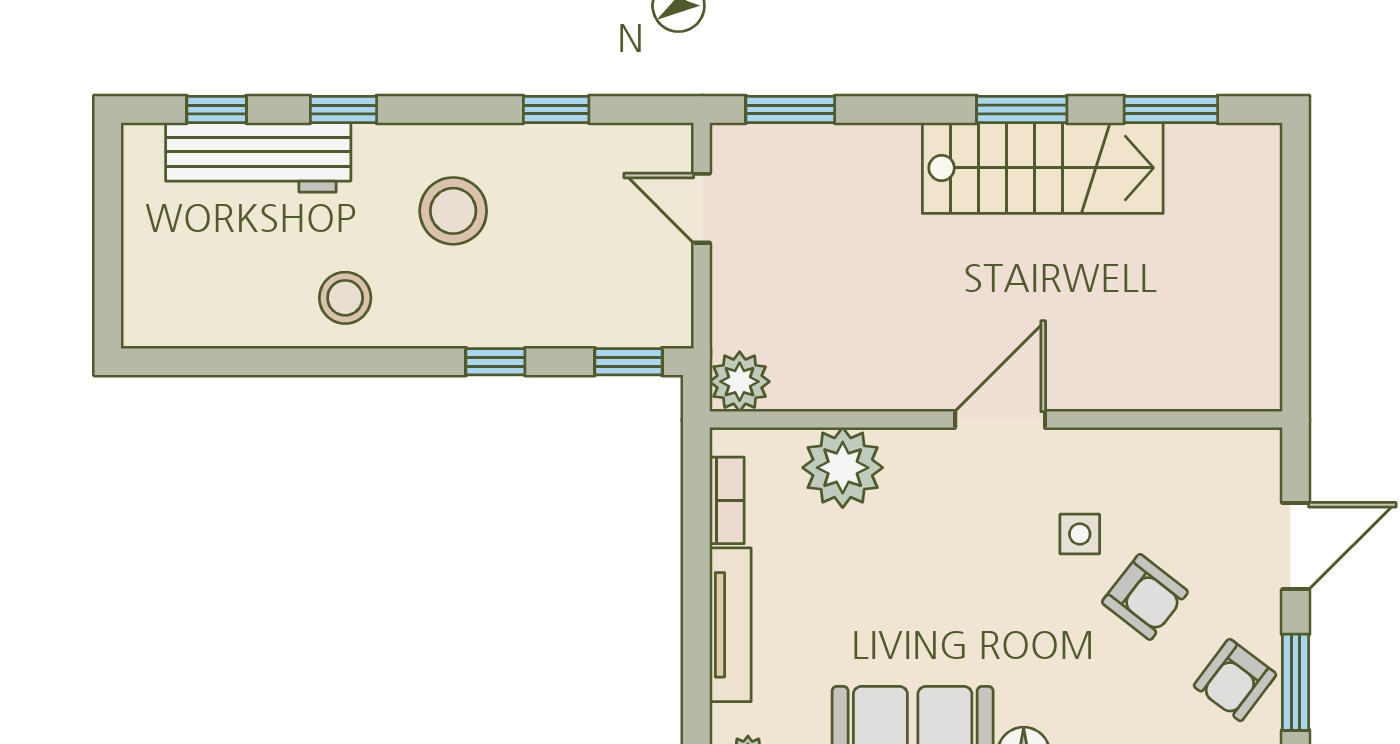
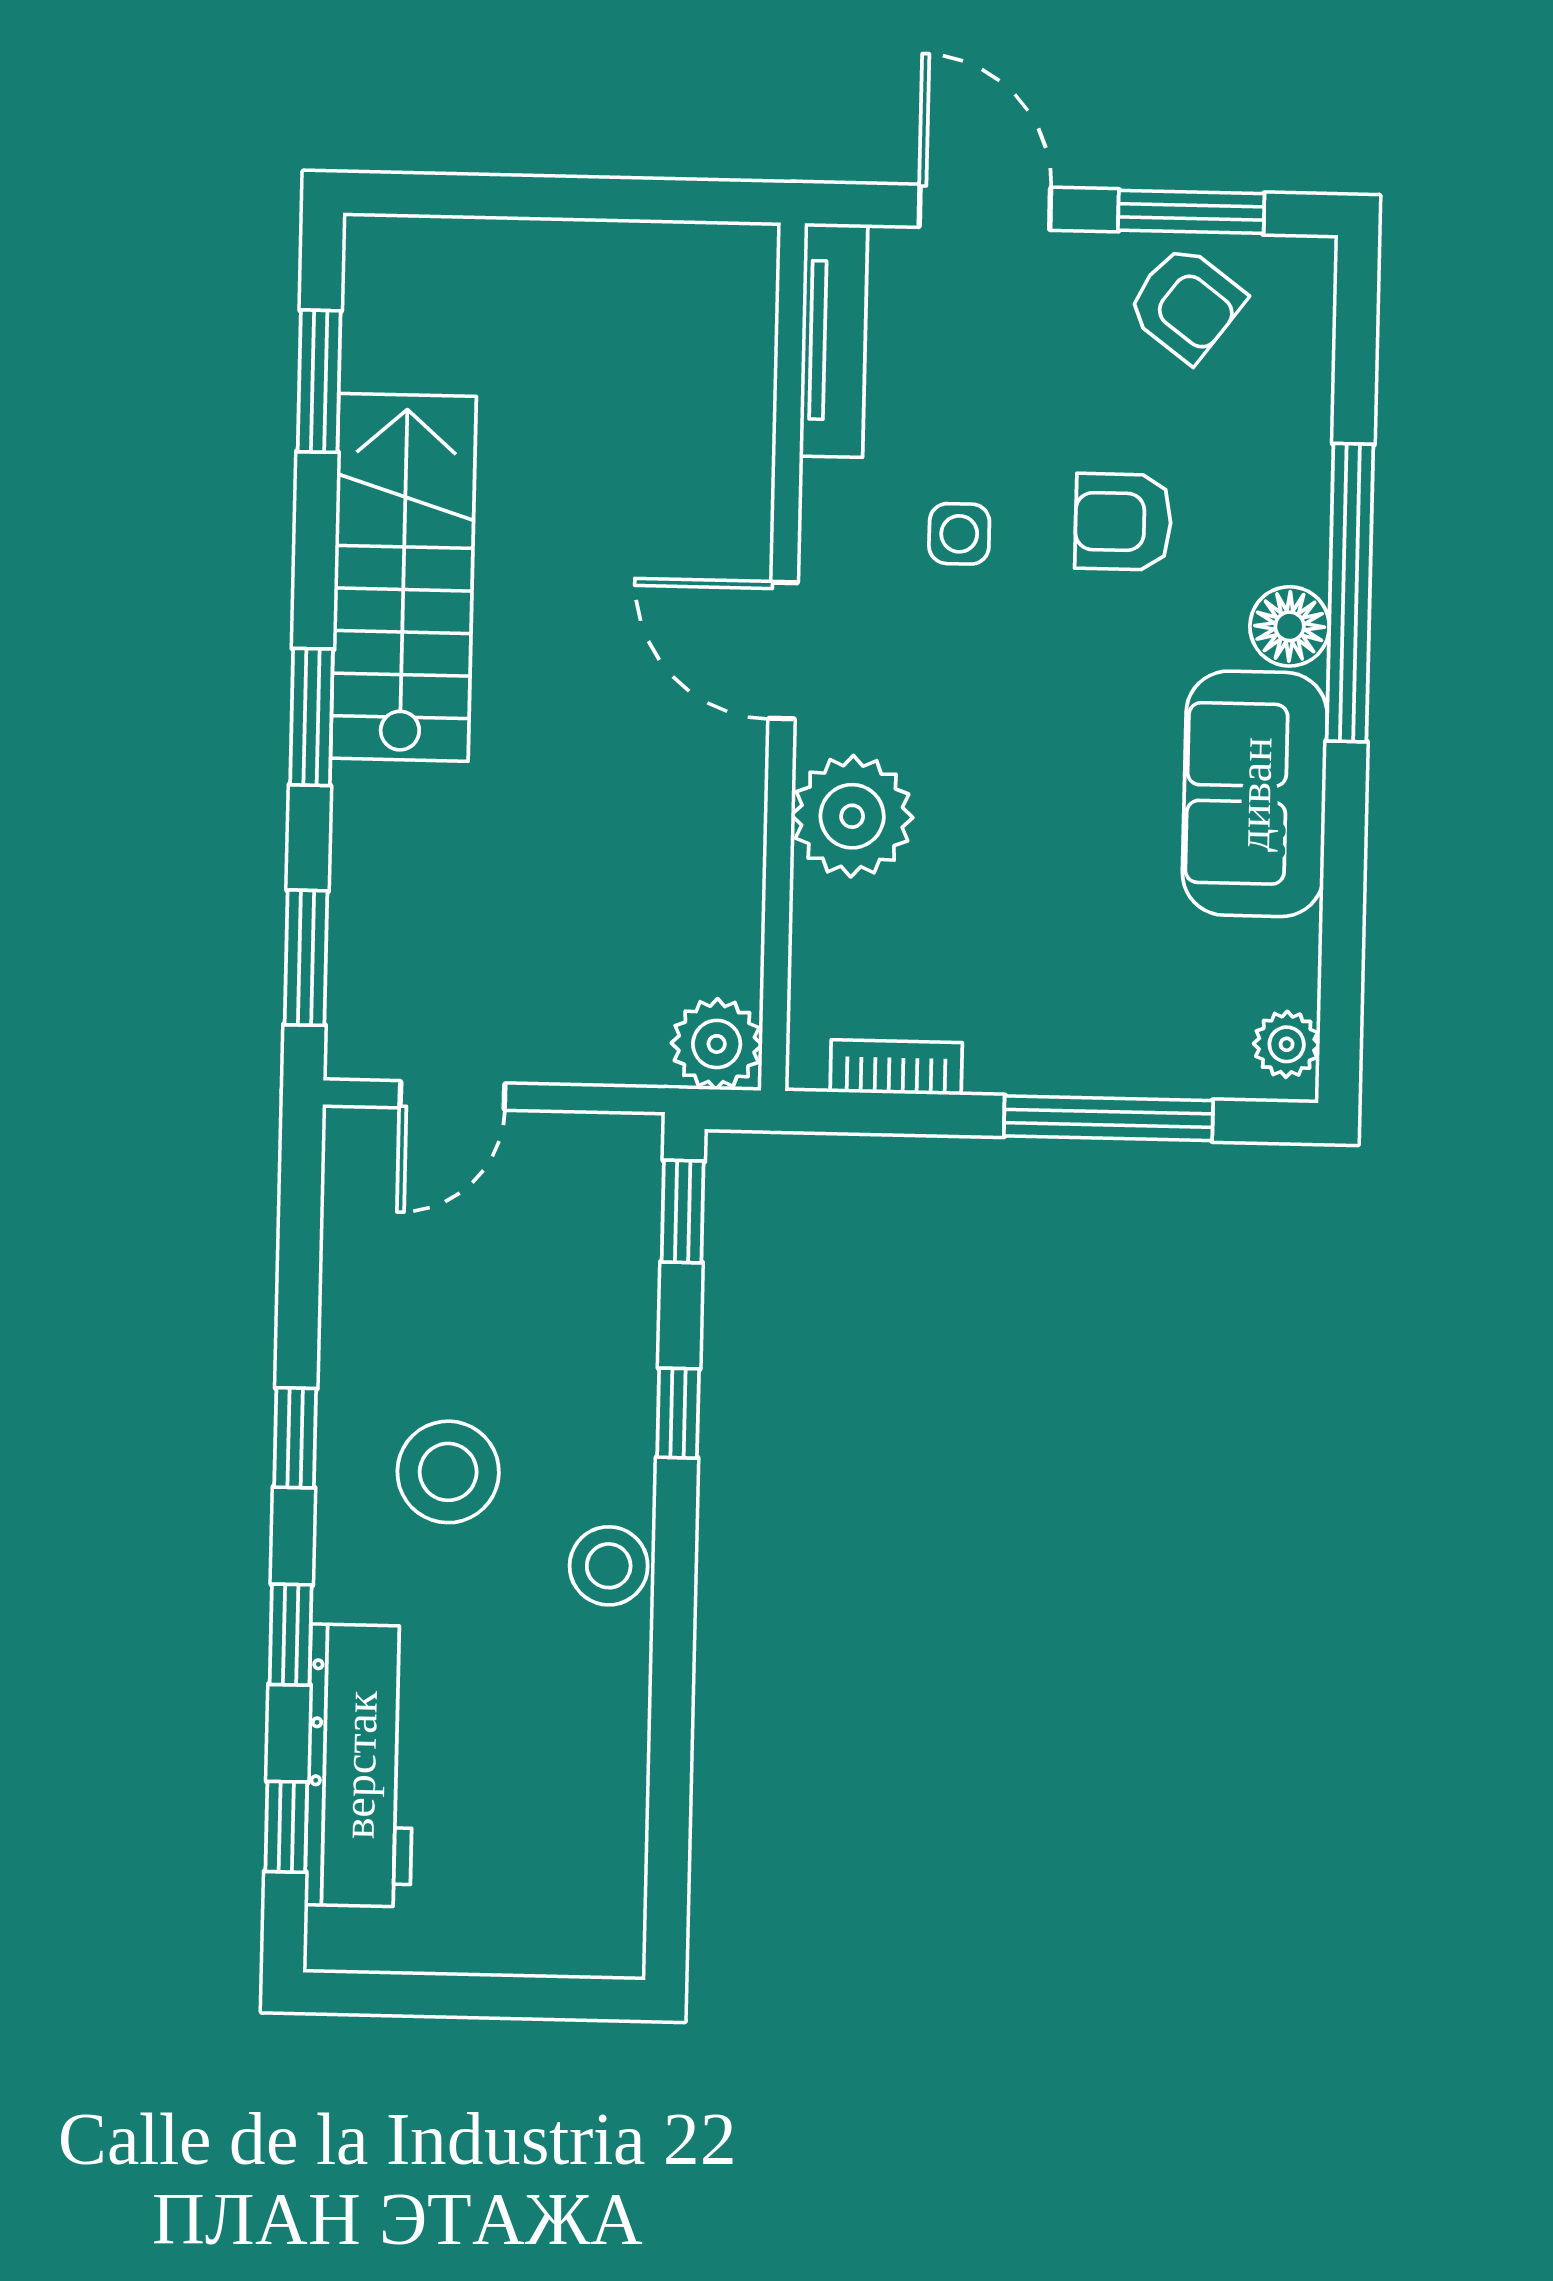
window: (556, 109) -> (295, 1438), moved
window: (1022, 109) -> (311, 717), moved
stool: (345, 298) -> (609, 1566), moved
plant: (843, 468) -> (852, 816), moved
armchair: (1145, 597) -> (1123, 522), moved, turned -128
tv unit: (730, 625) -> (834, 340), moved, turned 90
window: (696, 641) -> (1108, 1118), added

